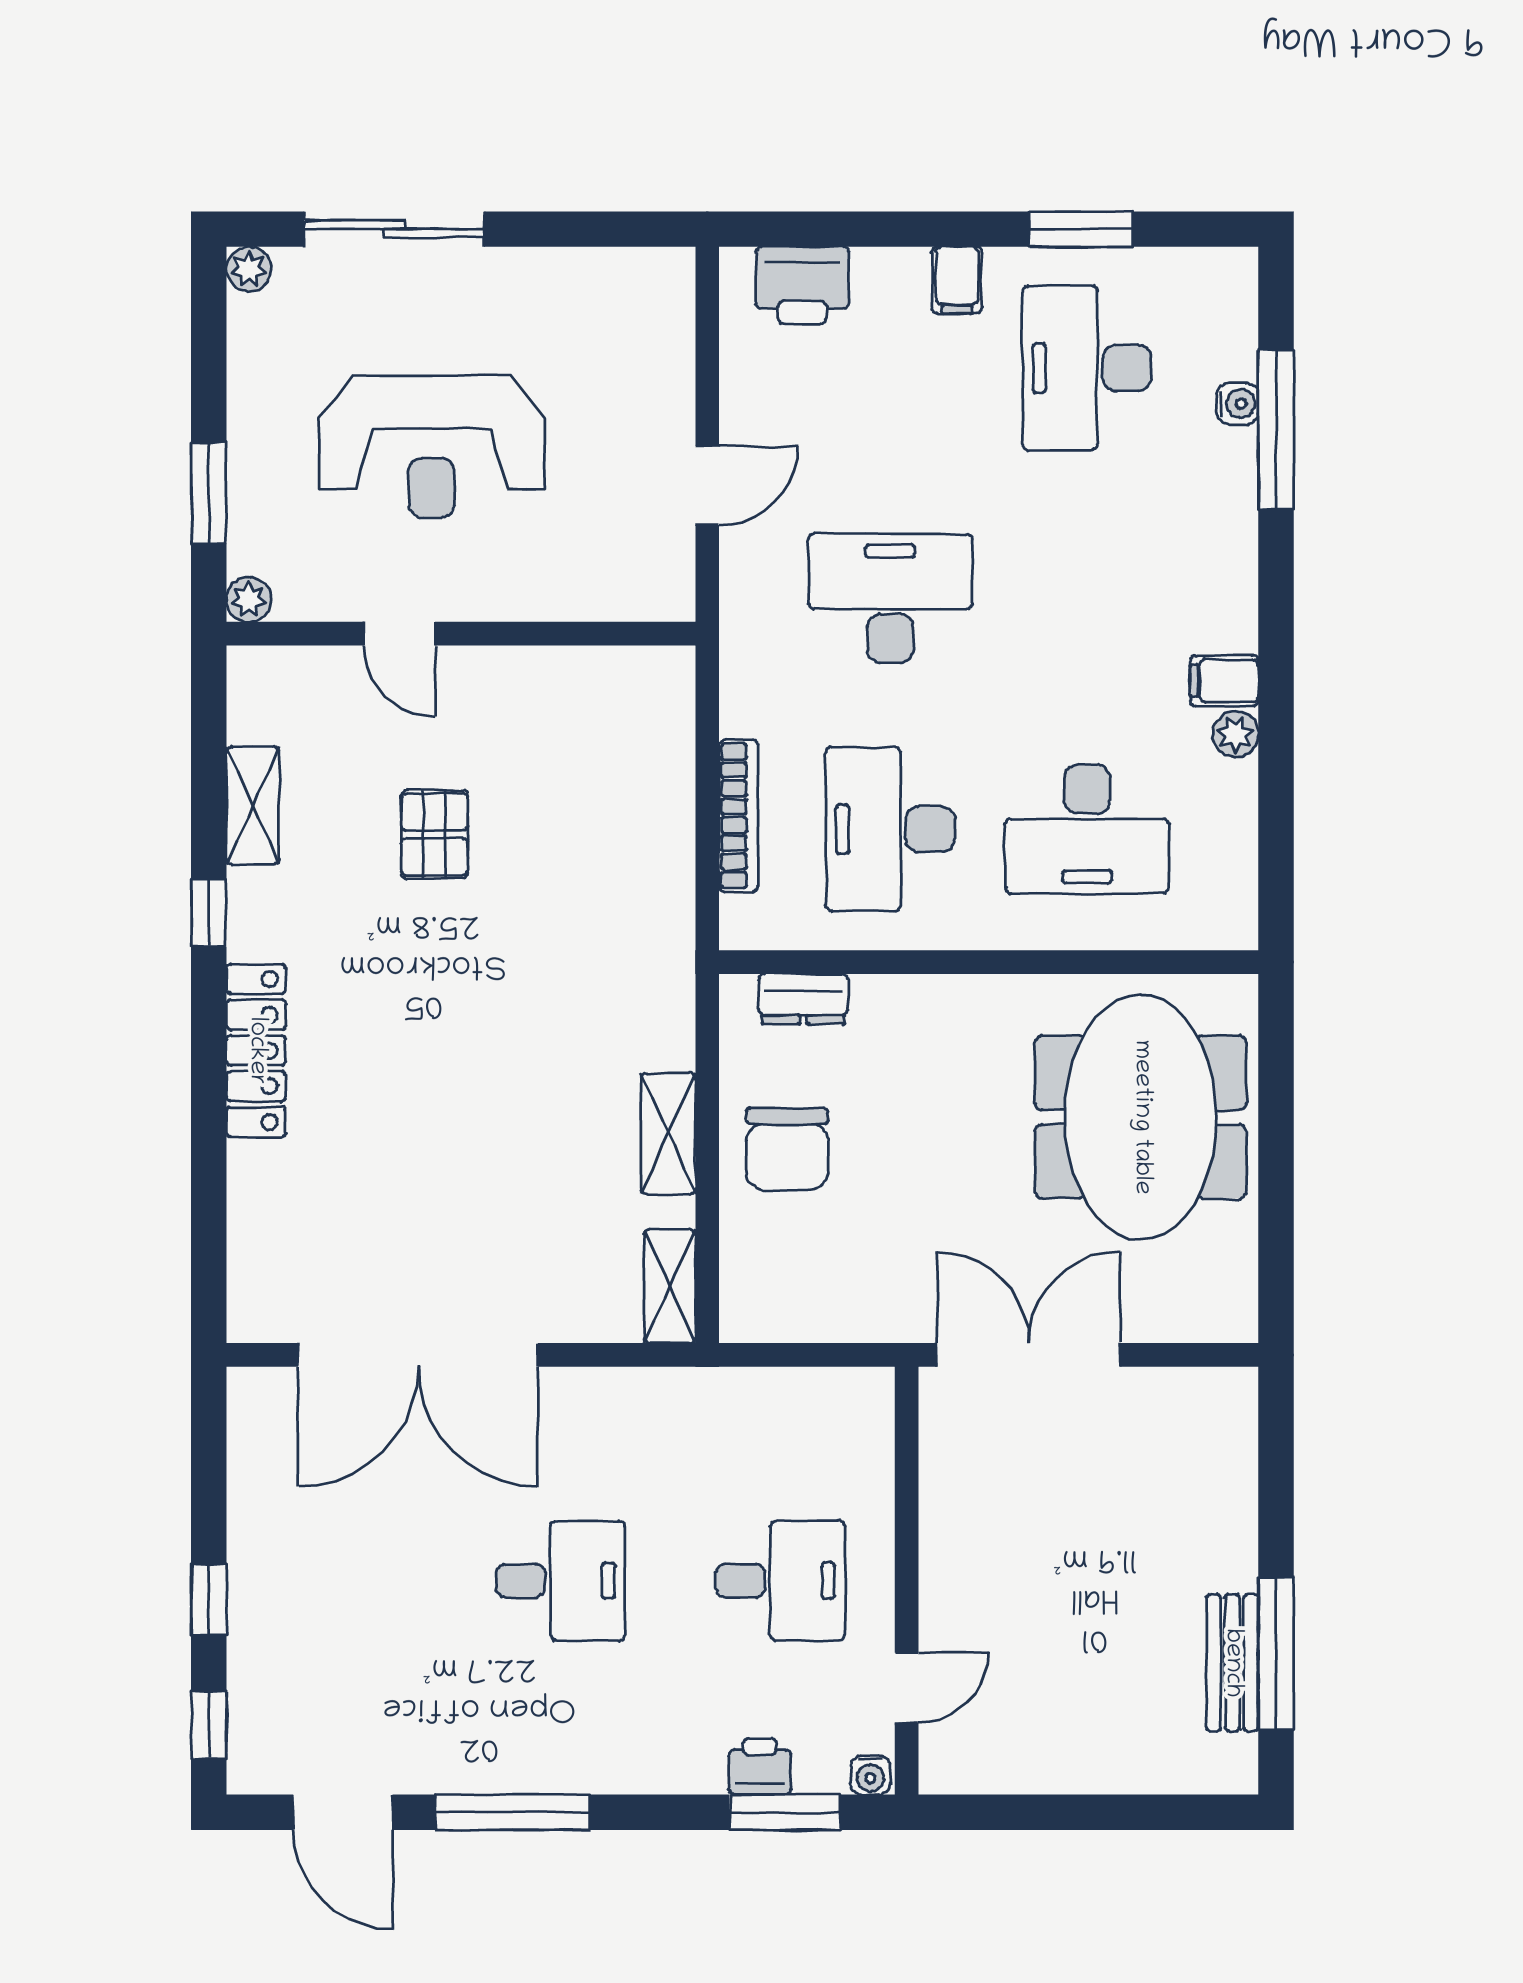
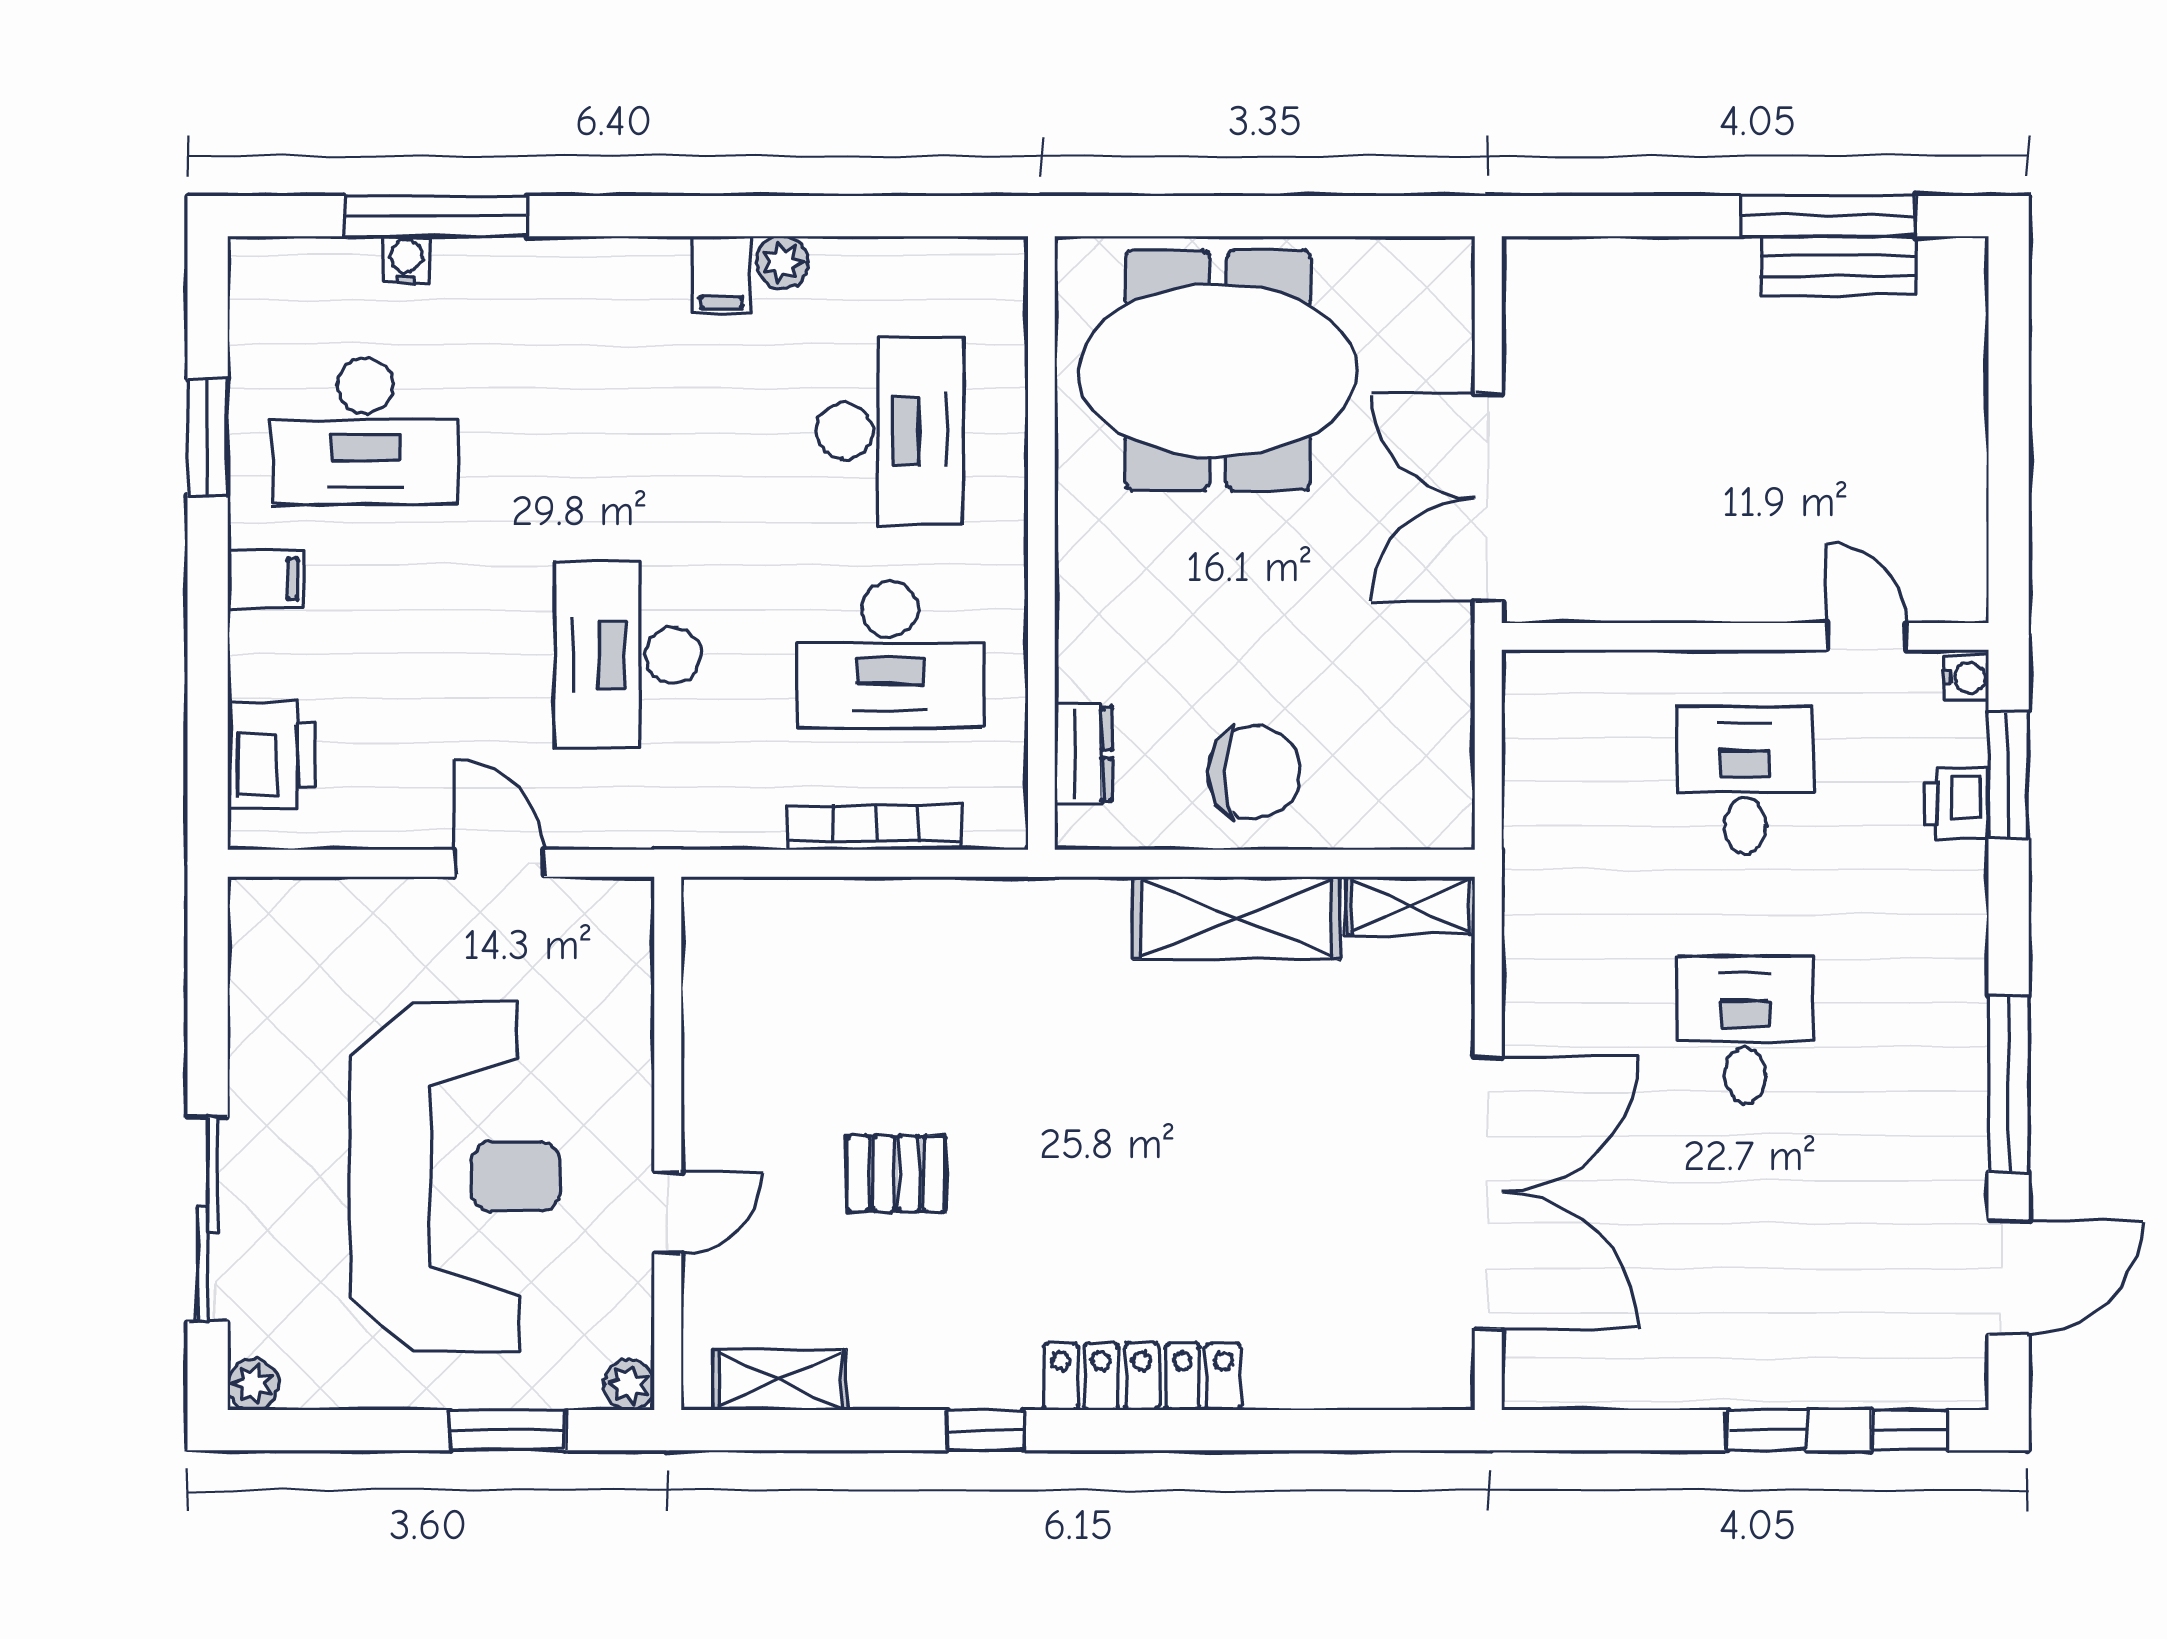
reception desk: (432, 447) -> (455, 1177), width x1.36, depth x1.30
shelving: (253, 806) -> (780, 1380), moved
shelving: (668, 1133) -> (1236, 918), width x1.50, depth x1.33

